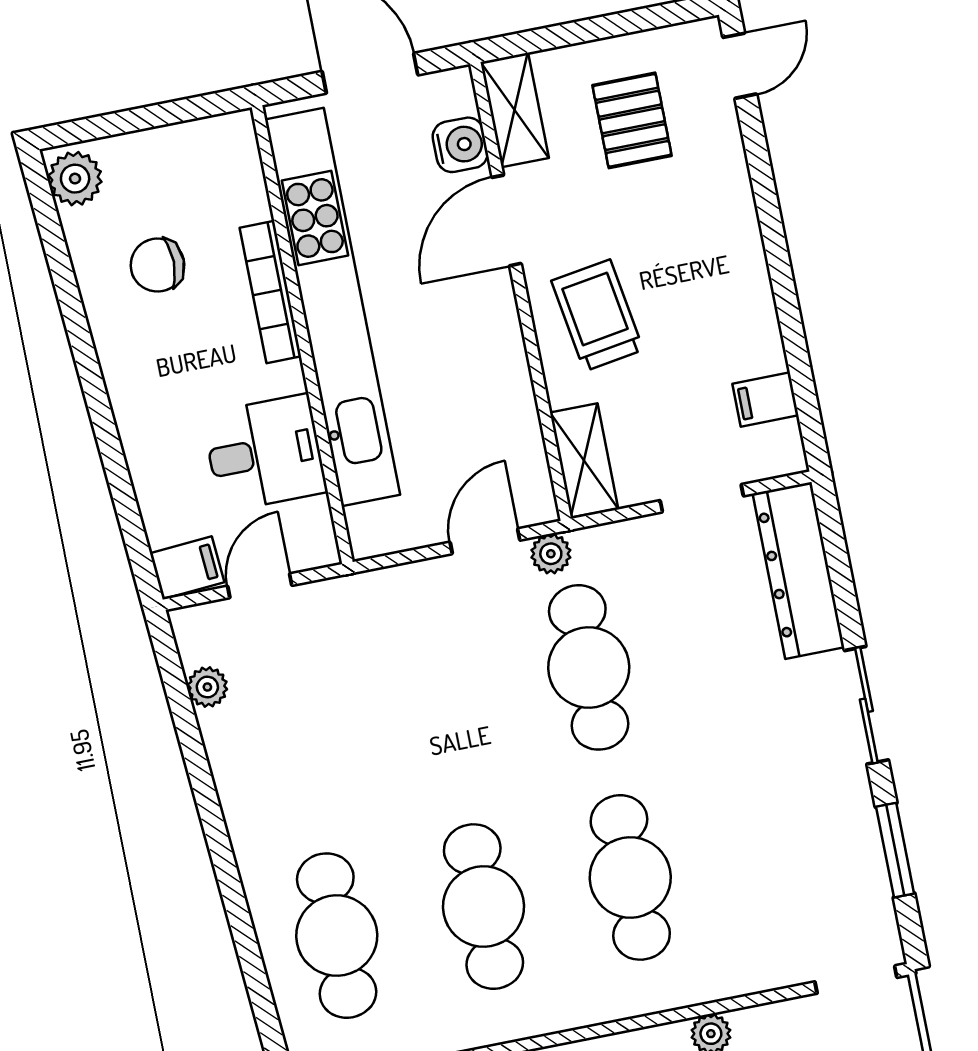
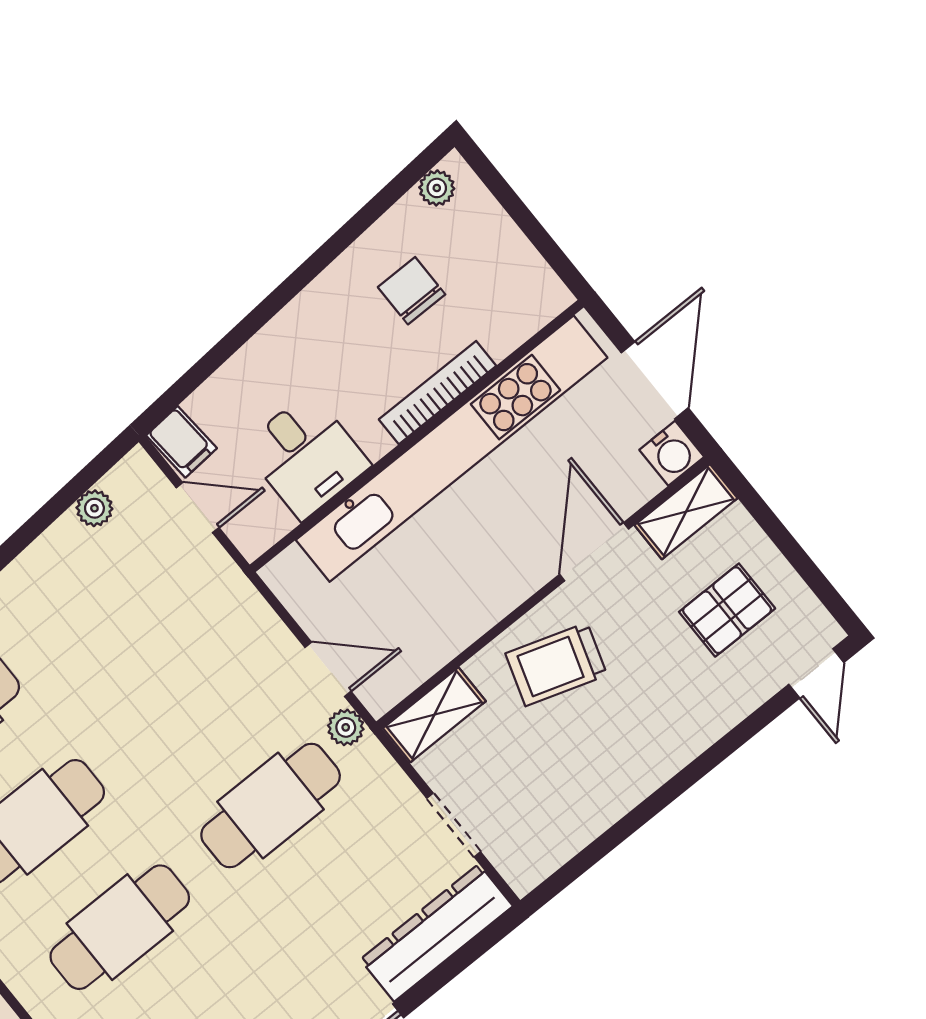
door: (740, 66) -> (816, 673), hinge flipped
water cooler: (460, 145) -> (672, 453), moved
plant: (75, 179) -> (437, 188), width x0.73, depth x0.73
door: (507, 220) -> (594, 552), hinge flipped
trolley: (597, 315) -> (556, 664), turned -153
filing cabinet: (765, 400) -> (560, 834), removed

